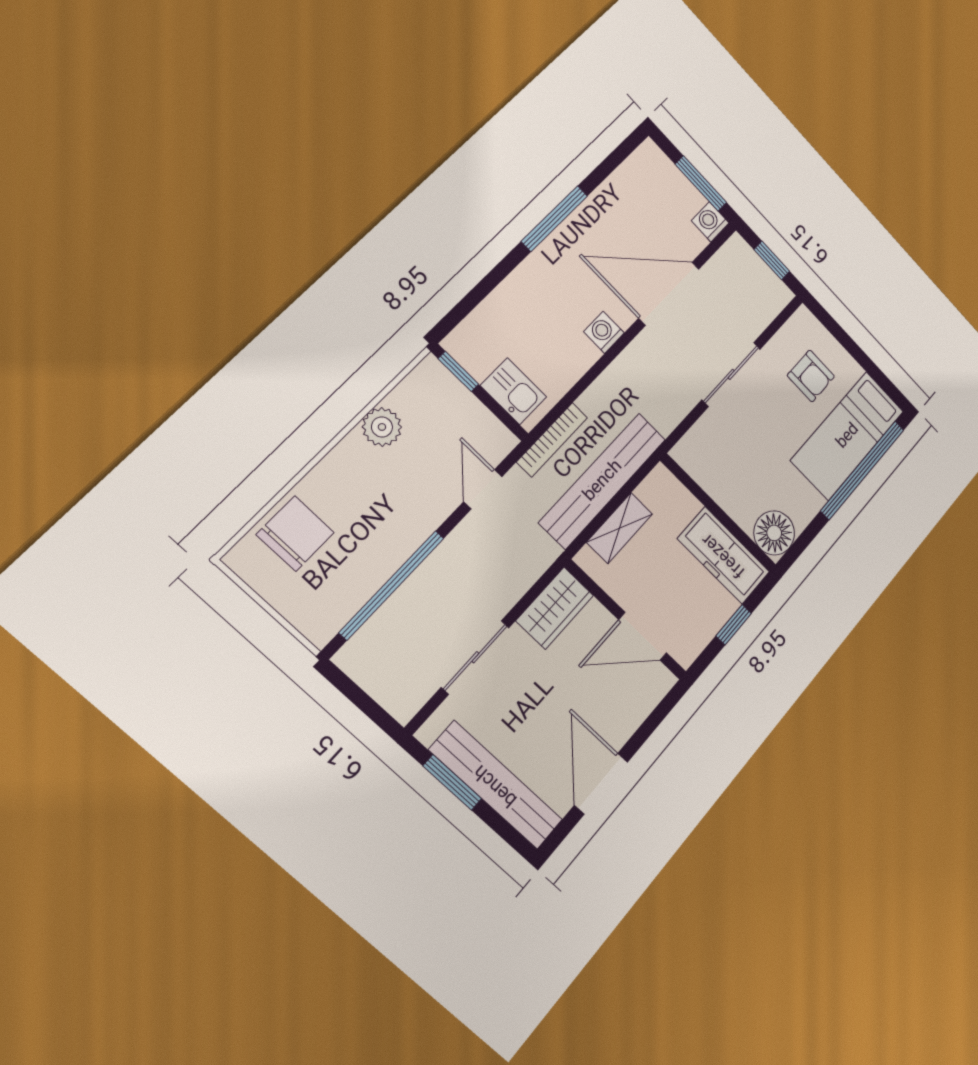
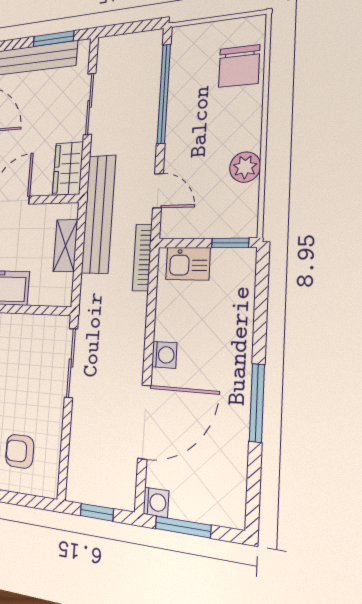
sliding door: (731, 374) -> (71, 363), moved
bench: (603, 481) -> (98, 214), moved

